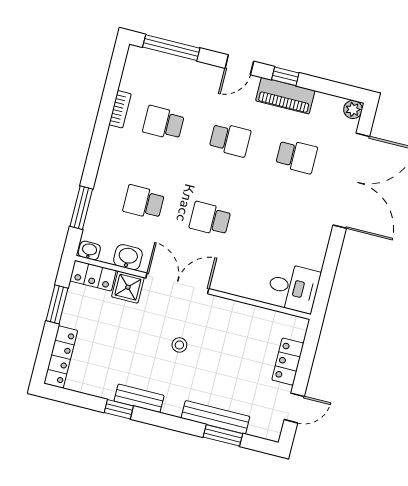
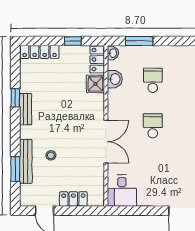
double door: (177, 283) -> (106, 142), moved
window: (57, 304) -> (73, 41), width x0.67
stool: (179, 345) -> (51, 155), moved

